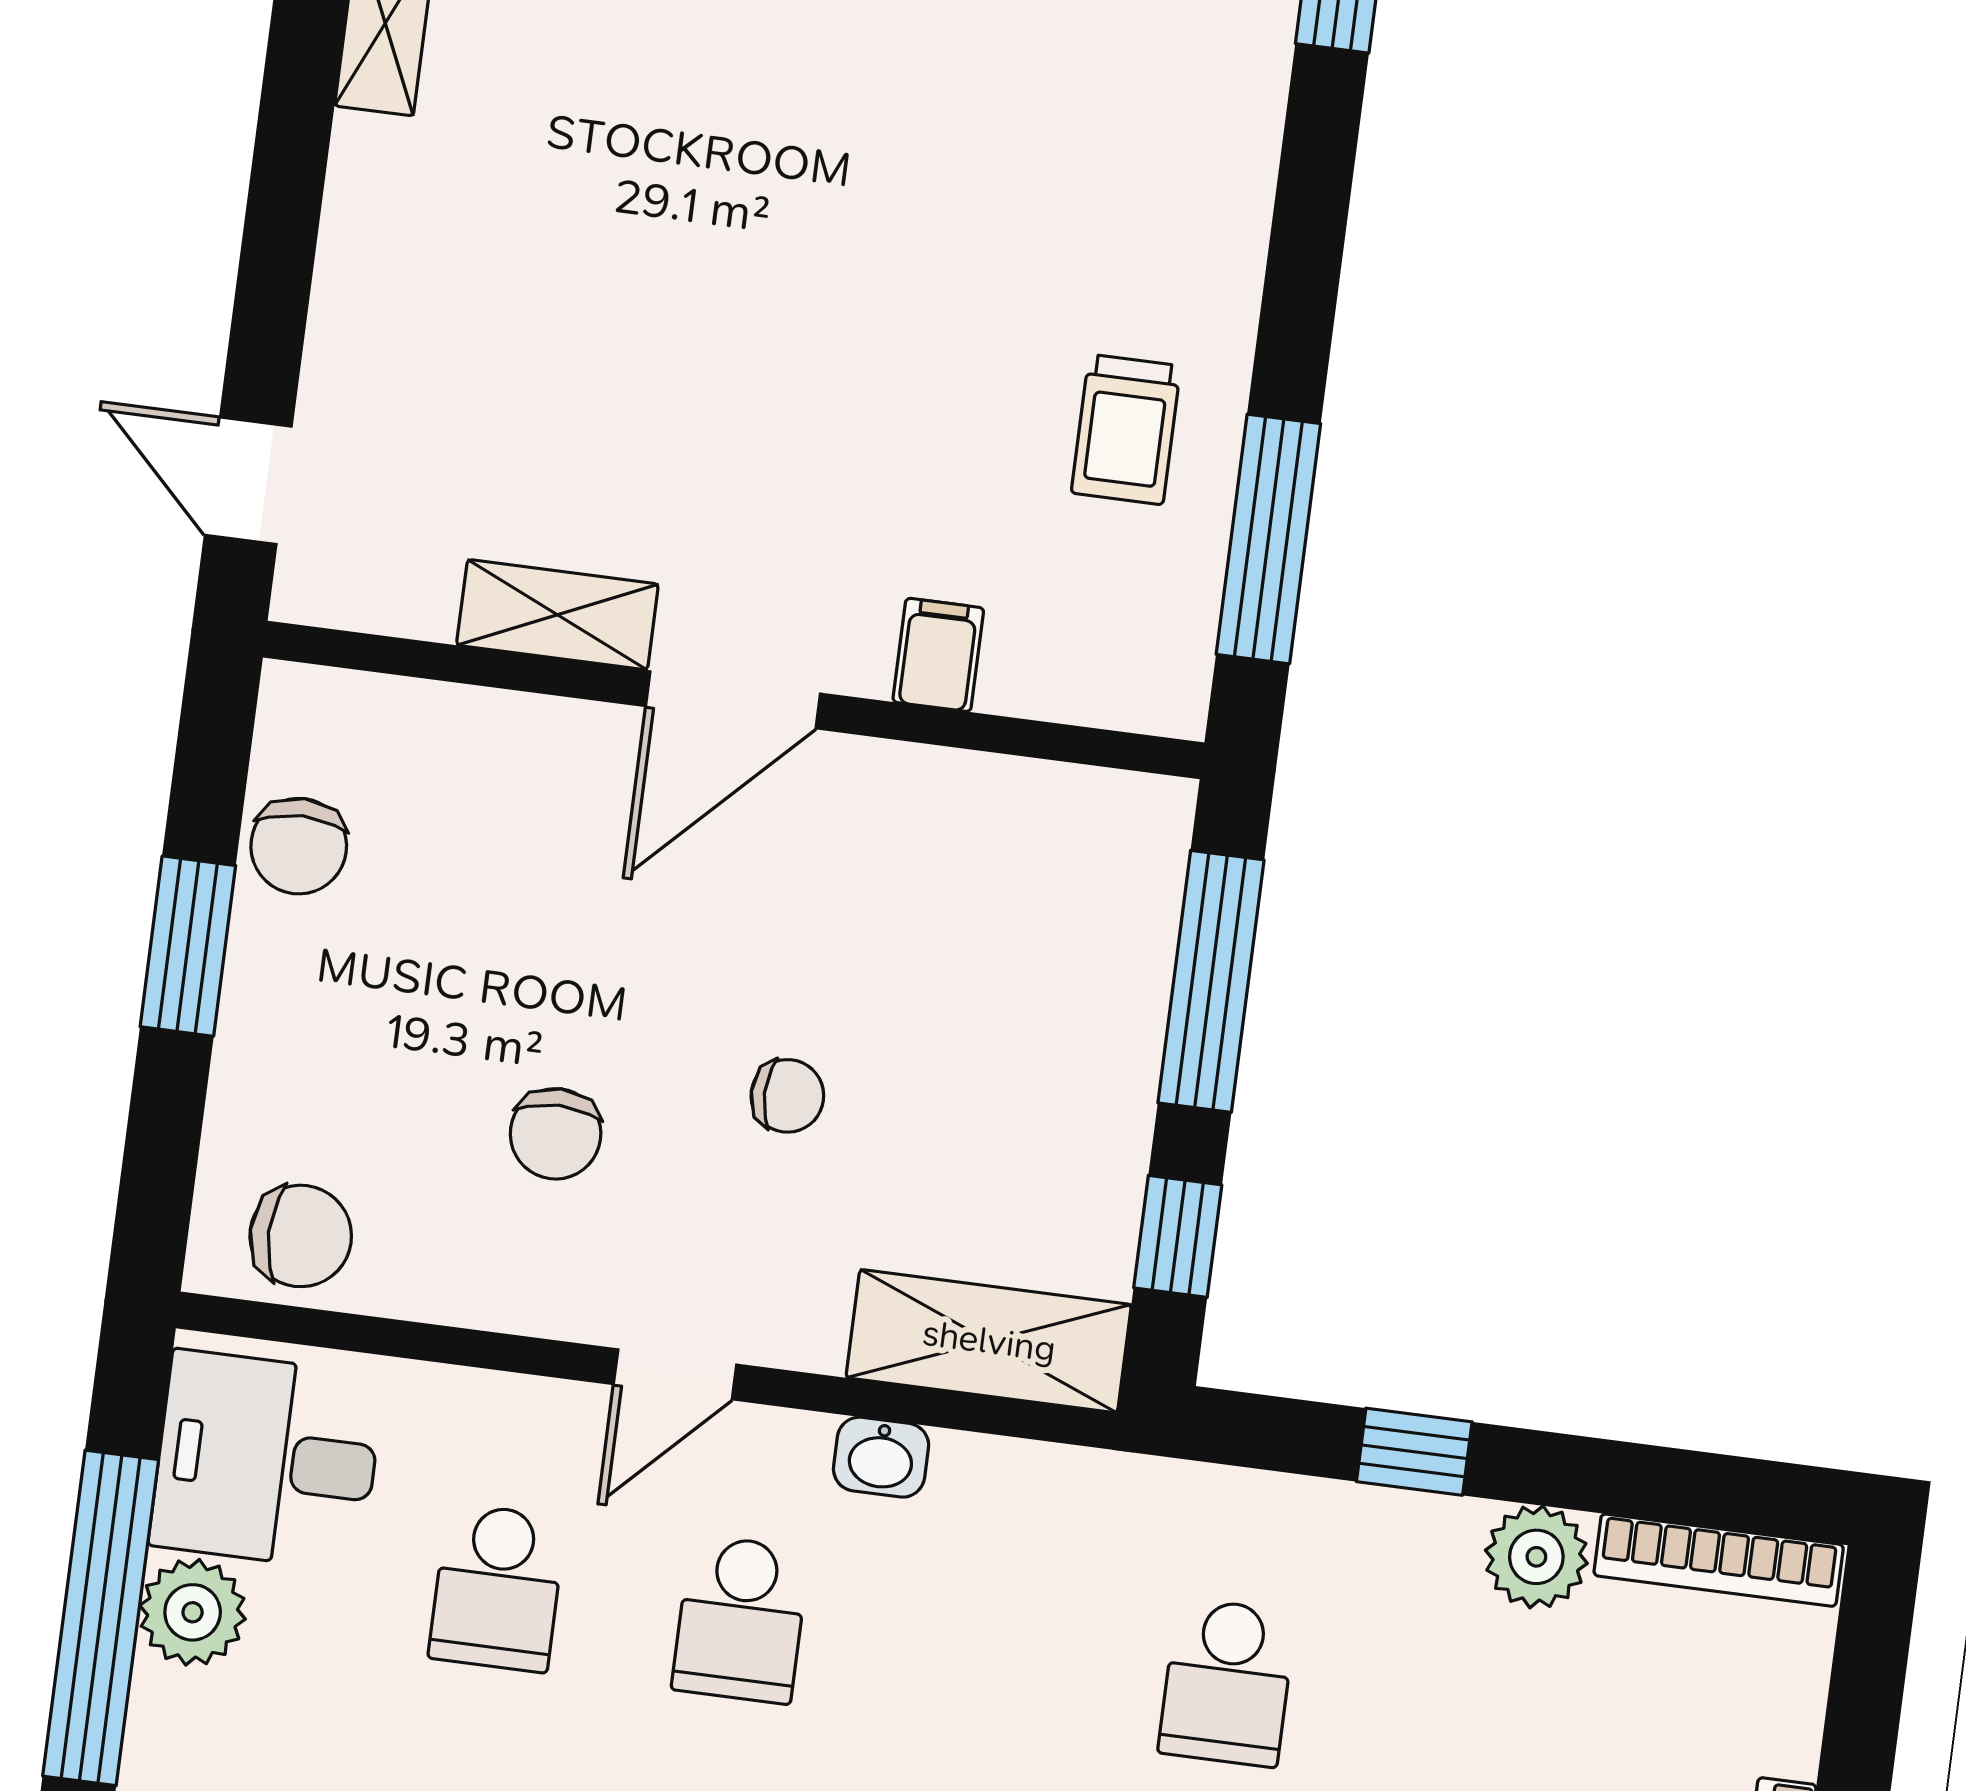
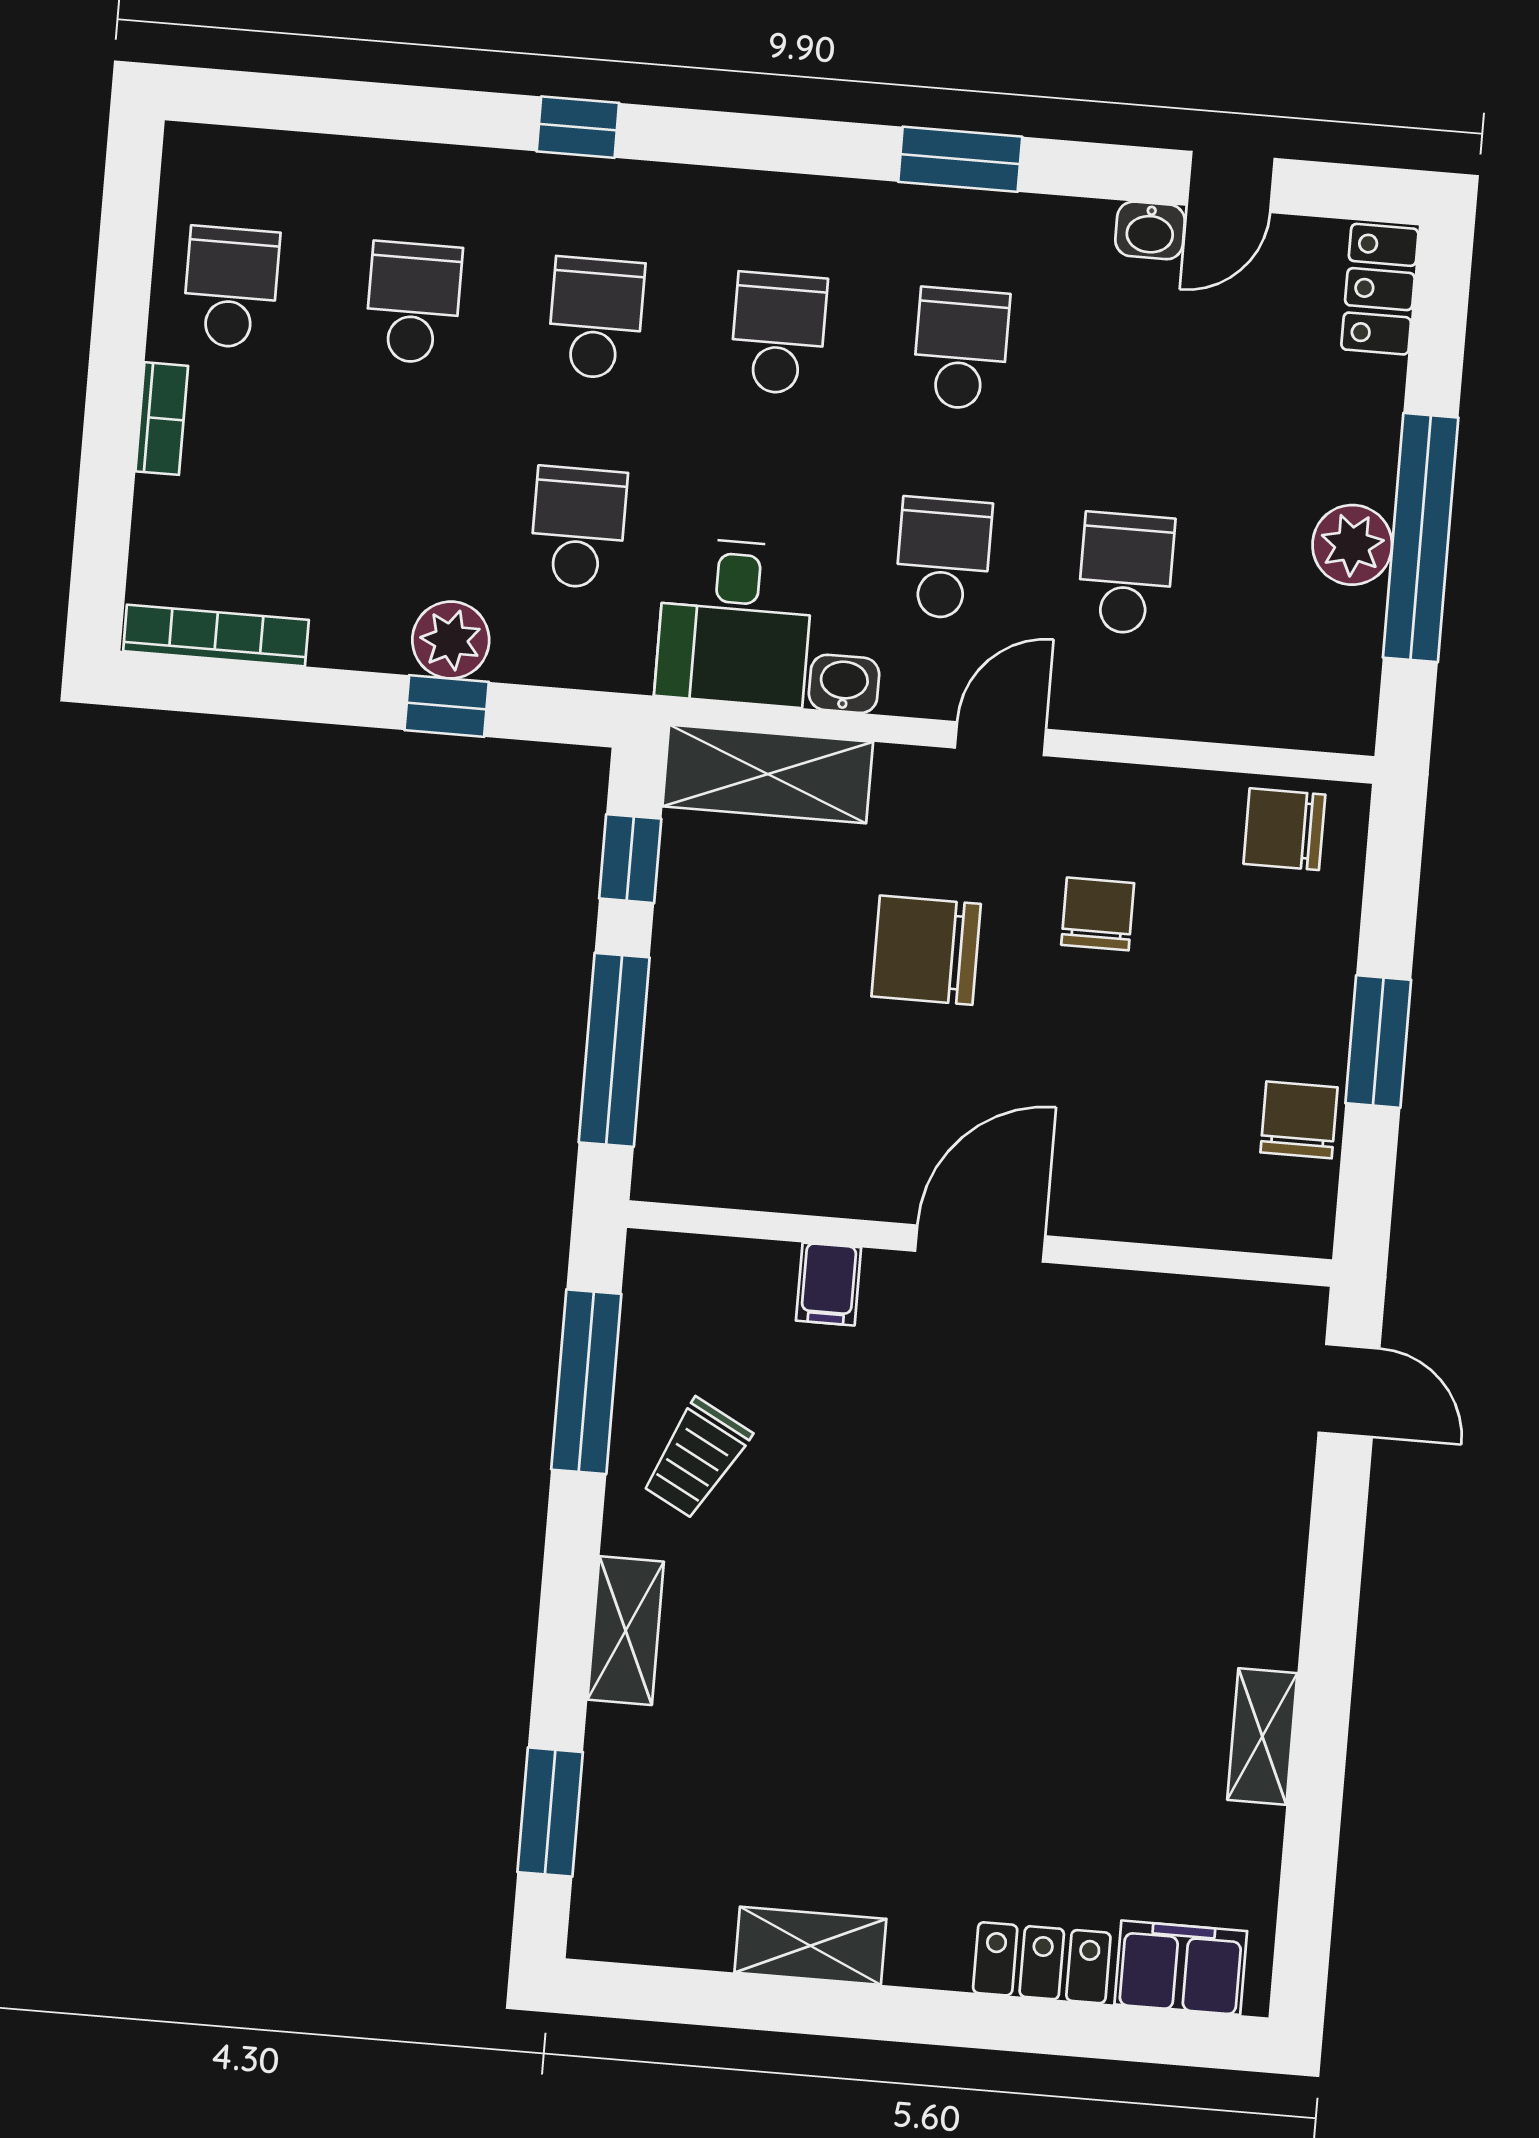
trolley: (1126, 429) -> (696, 1459), turned -152
shelving: (557, 615) -> (626, 1631), moved, turned 90
chair: (787, 1096) -> (926, 950), width x1.87, depth x1.87
desk: (267, 1460) -> (735, 622), moved, turned 90
plant: (1536, 1557) -> (451, 640), moved

